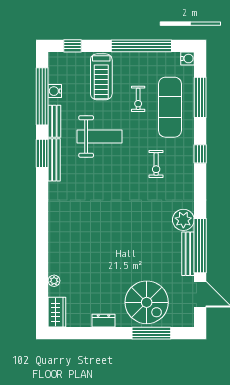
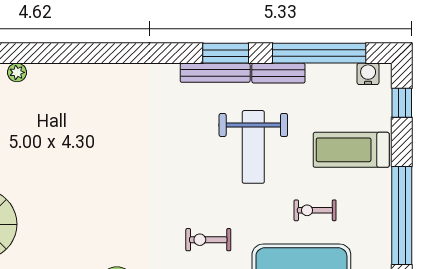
water cooler: (55, 91) -> (368, 74), moved

